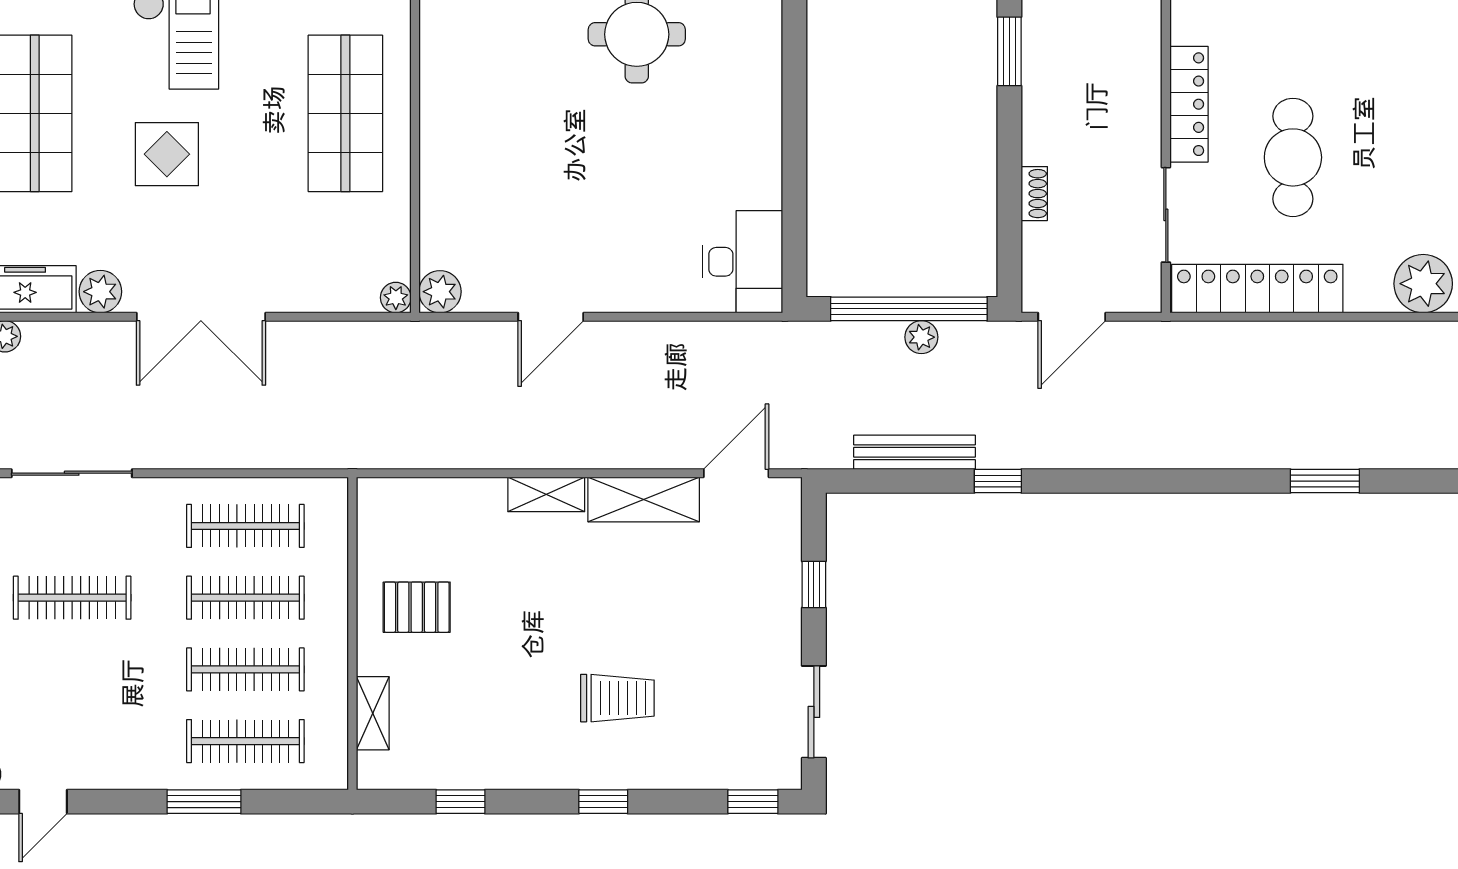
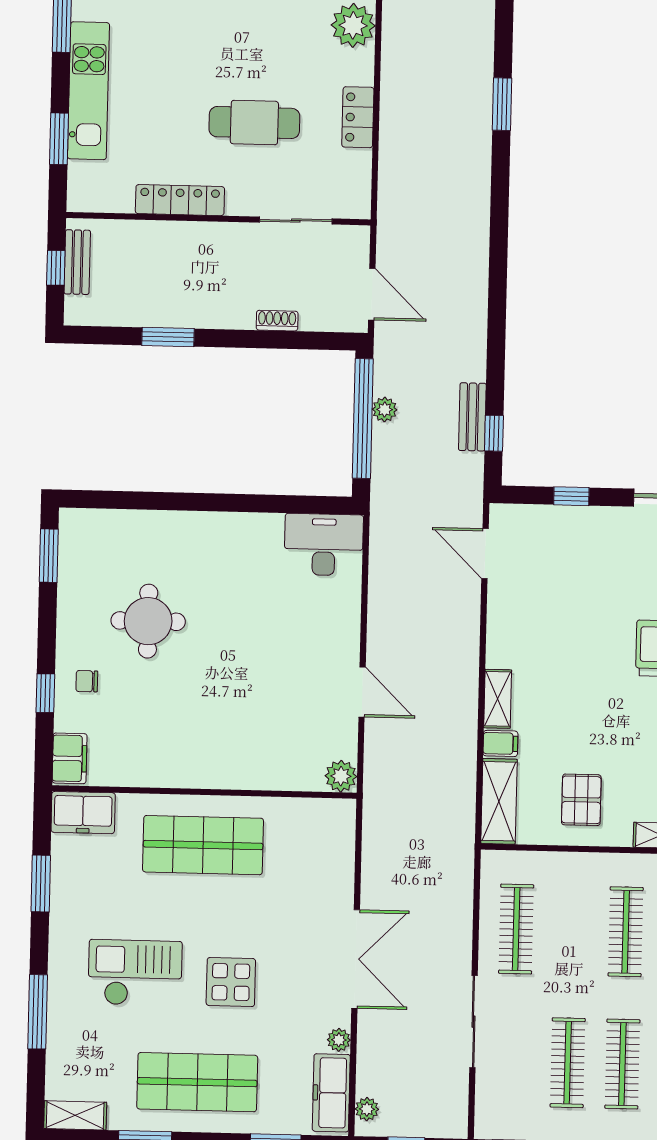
locker: (1189, 104) -> (180, 200), moved
locker: (1257, 289) -> (358, 117), width x0.46, depth x0.83
plant: (100, 292) -> (339, 1040), width x0.73, depth x0.73
plant: (396, 298) -> (345, 810), removed
bench: (915, 452) -> (472, 417), width x0.73
sliding door: (72, 473) -> (474, 1022), moved
window: (998, 481) -> (494, 433), moved
filing cabinet: (488, 499) -> (500, 743), added
shelving: (644, 499) -> (499, 801), moved
clothes rail: (245, 598) -> (622, 1064), moved

